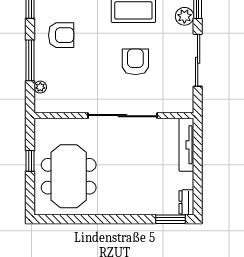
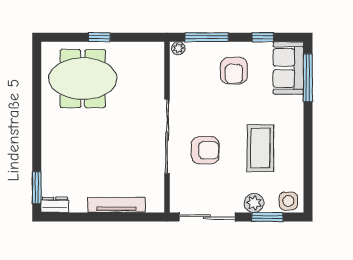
wall: (114, 116) -> (167, 127), moved
sliding door: (122, 116) -> (167, 136), moved

